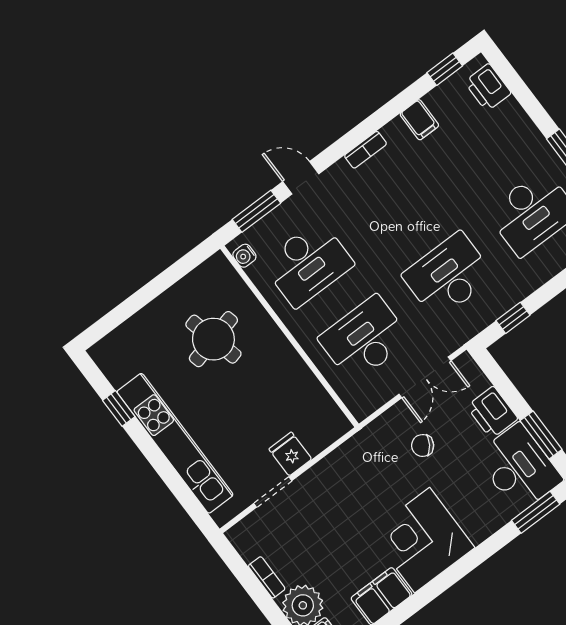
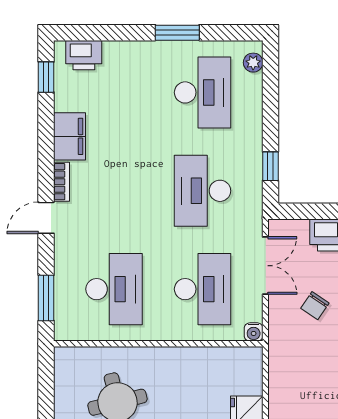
filing cabinet: (419, 120) -> (69, 136), width x2.00
door: (301, 178) -> (46, 218), moved
water cooler: (244, 256) -> (254, 332), moved
desk: (364, 339) -> (203, 289), turned 180

